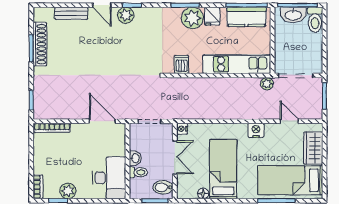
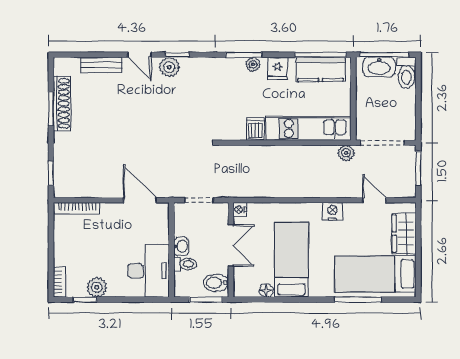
plant: (192, 18) -> (253, 64), width x0.53, depth x0.53
dishwasher: (182, 64) -> (255, 129), moved

